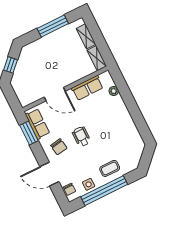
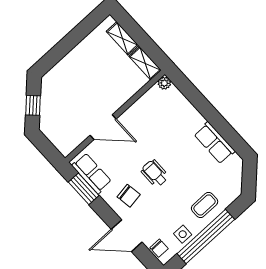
window: (53, 26) -> (74, 37), removed
row of seats: (87, 88) -> (214, 143), moved, turned 90
plant: (114, 91) -> (164, 83), moved

